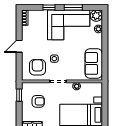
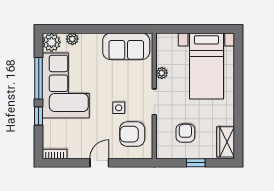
window: (73, 7) -> (39, 78), width x1.44
door: (19, 46) -> (99, 163), swing flipped
window: (19, 95) -> (196, 163), moved

